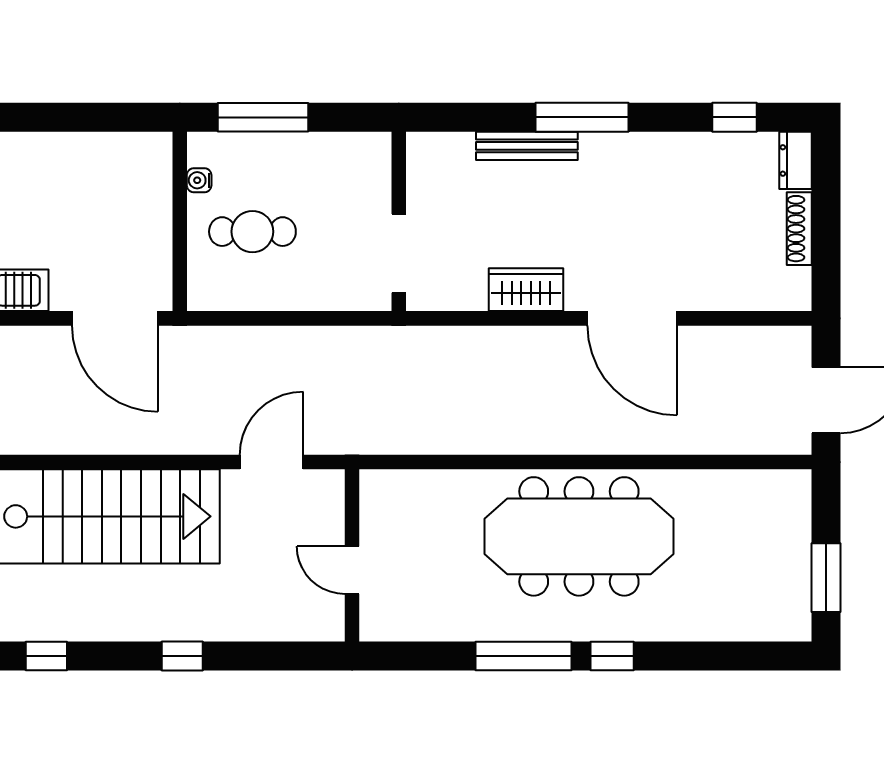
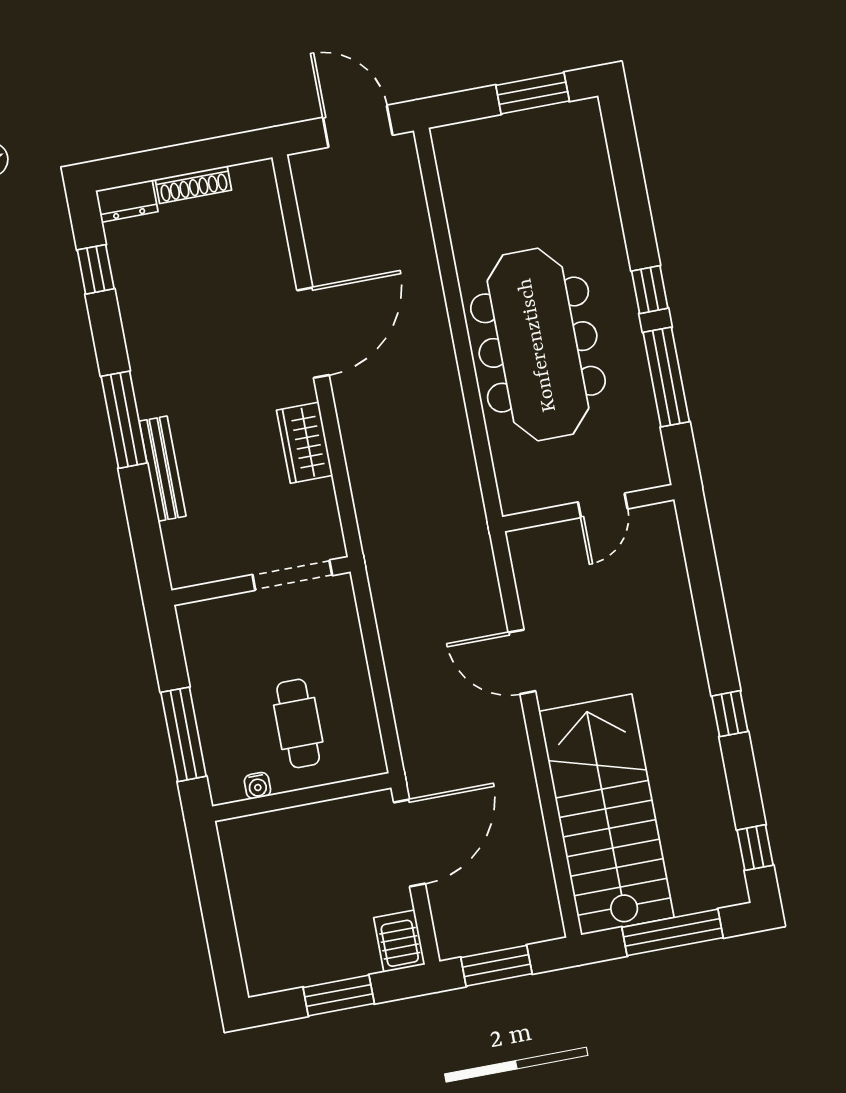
wall: (352, 555) -> (588, 508), moved
door: (352, 570) -> (603, 505), moved

